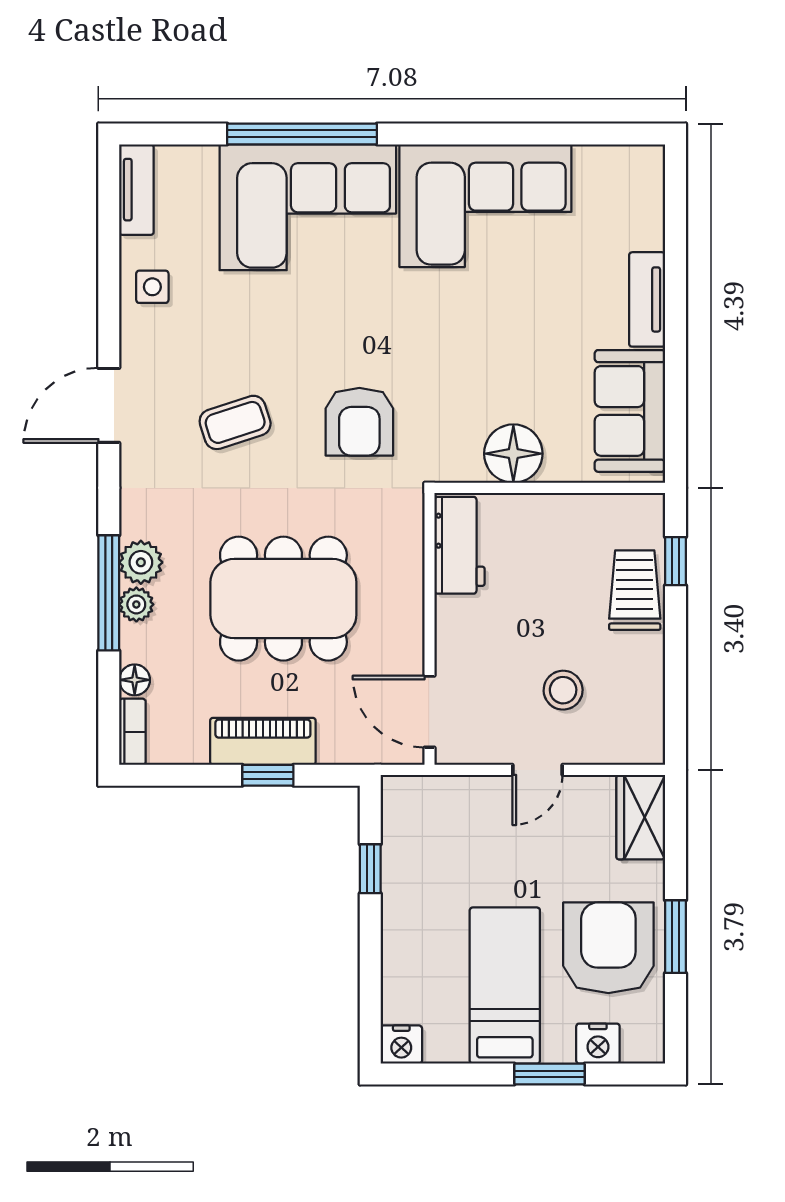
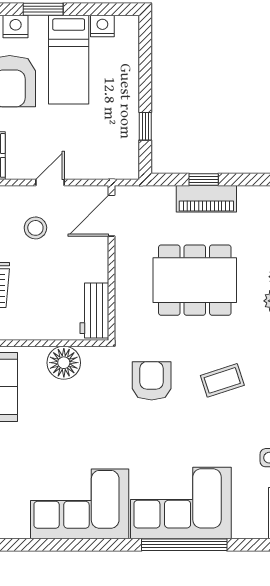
door: (429, 712) -> (112, 216), swing flipped
nightstand: (401, 1045) -> (102, 26), moved

